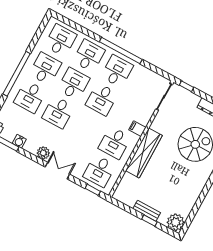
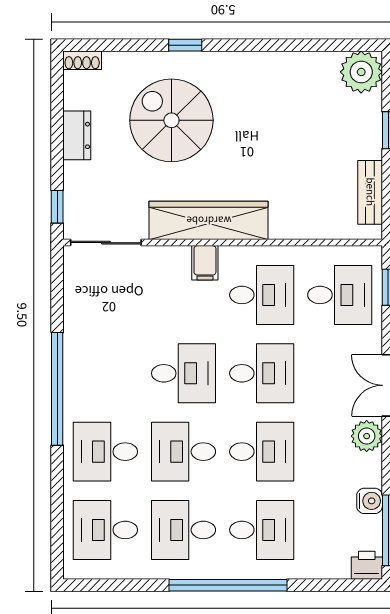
desk: (117, 71) -> (262, 373), moved, turned 180
wardrobe: (144, 153) -> (209, 220), moved
bench: (147, 211) -> (370, 192), moved

